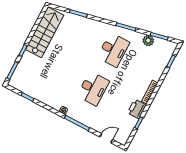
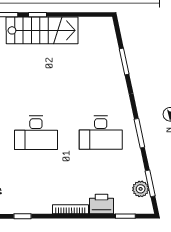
stairs: (45, 32) -> (42, 30), moved
plant: (148, 41) -> (141, 189), moved
printer: (137, 109) -> (101, 204), moved

